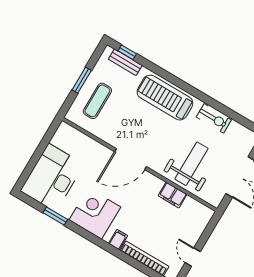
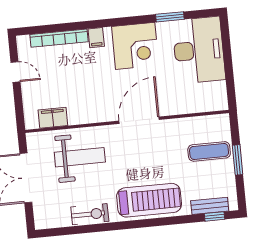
exercise mat: (97, 101) -> (209, 151), turned 90
exercise bike: (214, 118) -> (90, 214), turned 180
weight bench: (191, 164) -> (80, 157), turned -90
filing cabinet: (173, 195) -> (53, 118), moved

